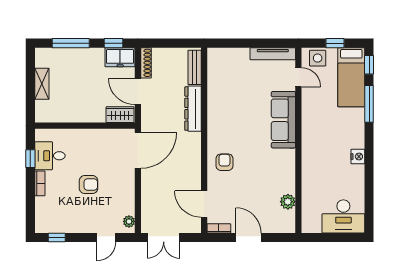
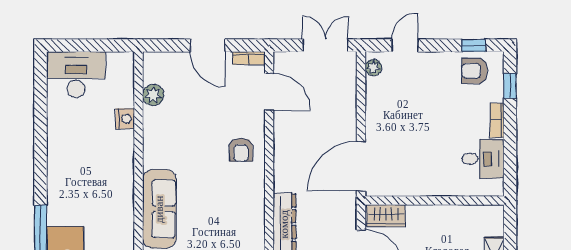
nightstand: (358, 157) -> (125, 119), moved, turned 180
window: (30, 159) -> (510, 86), moved
armchair: (89, 185) -> (475, 71), moved

